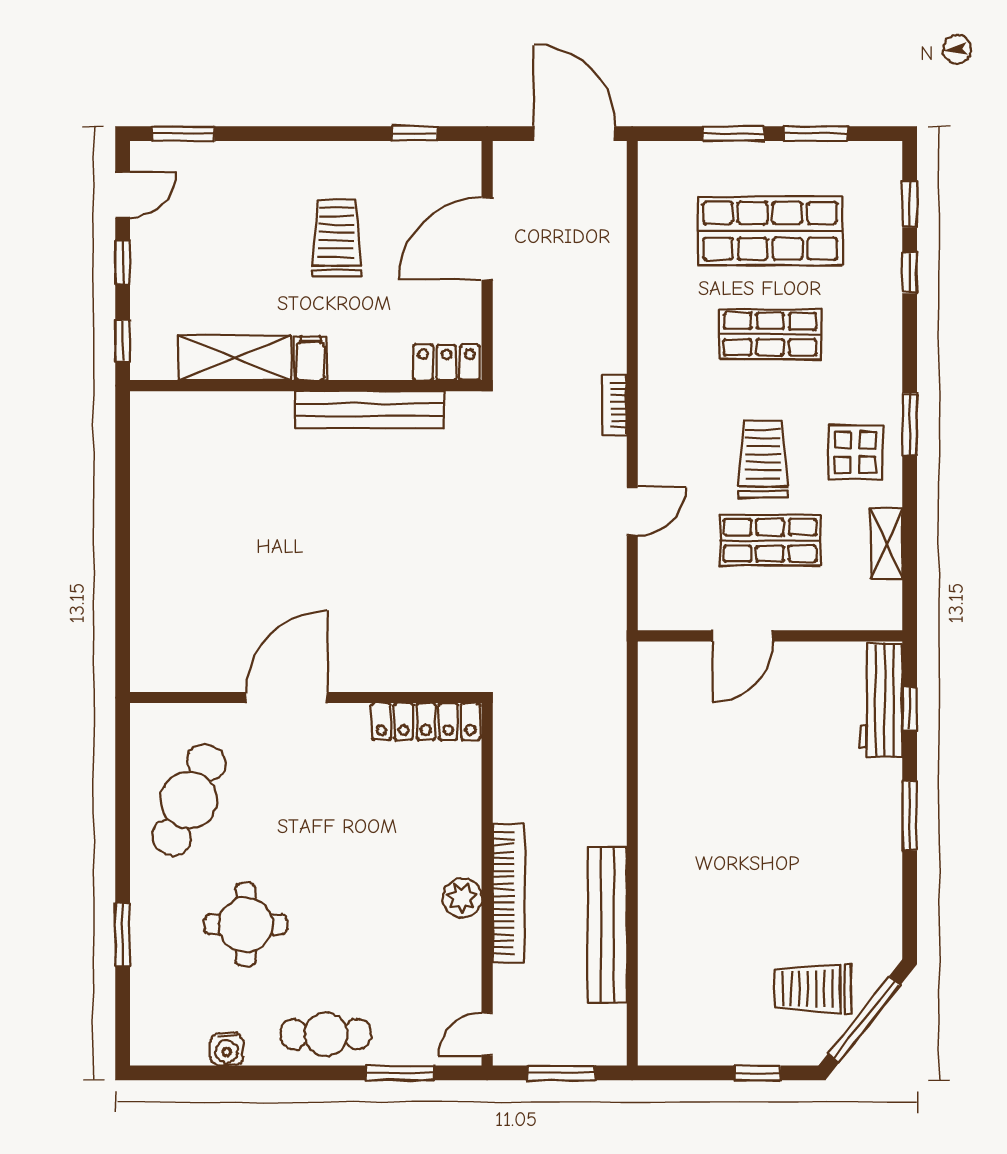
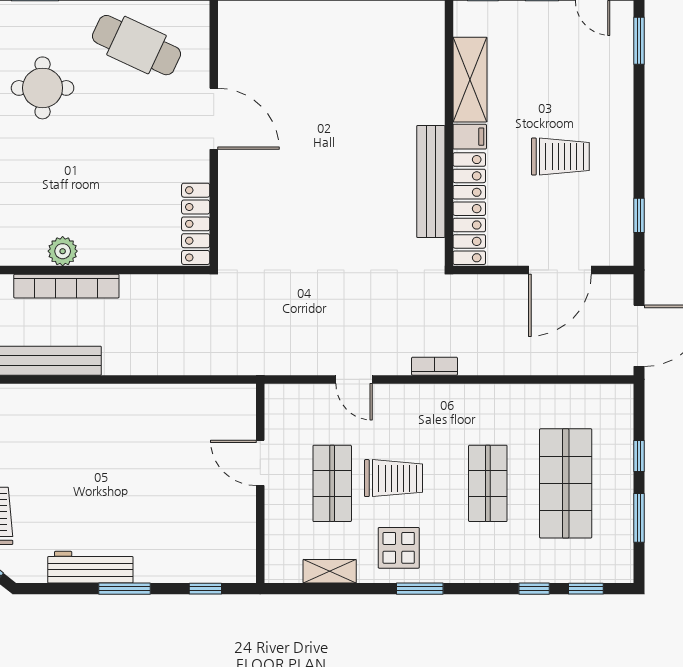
window: (734, 134) -> (639, 456), width x0.67
door: (487, 239) -> (560, 270), swing flipped
locker: (447, 362) -> (469, 209), width x2.16, depth x1.21
workbench: (881, 700) -> (90, 567), moved

